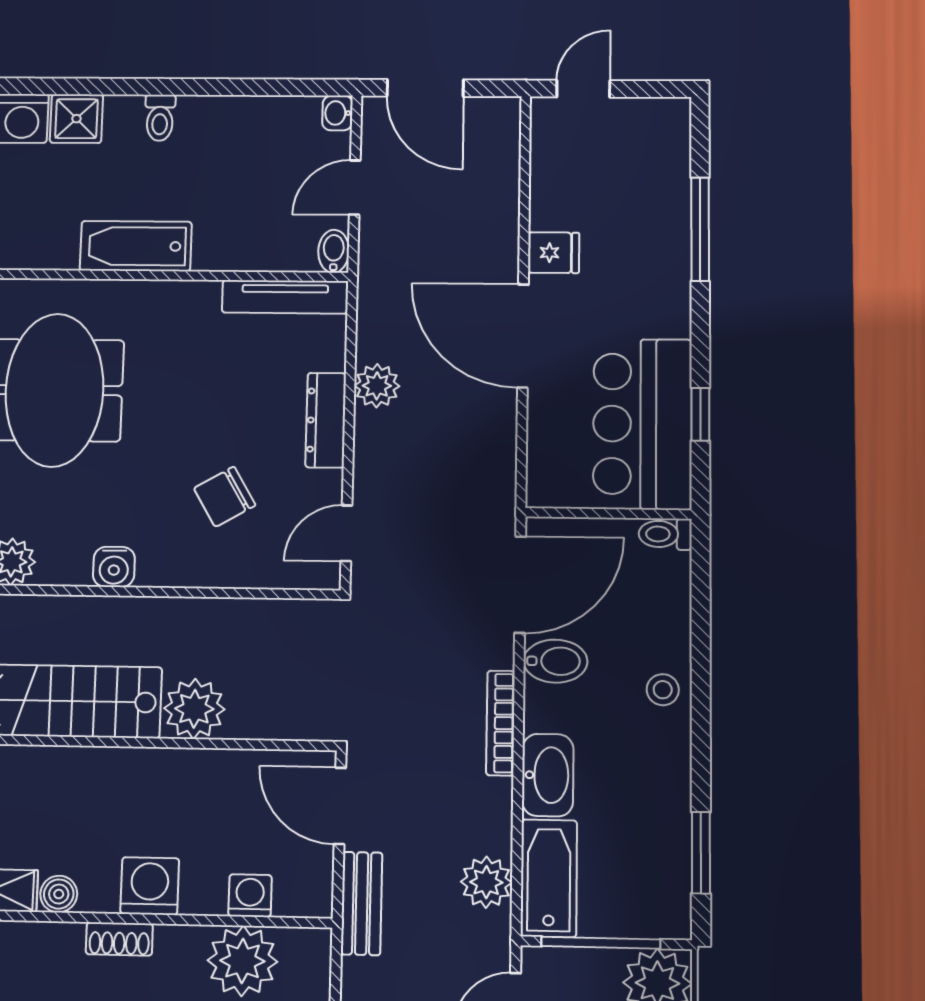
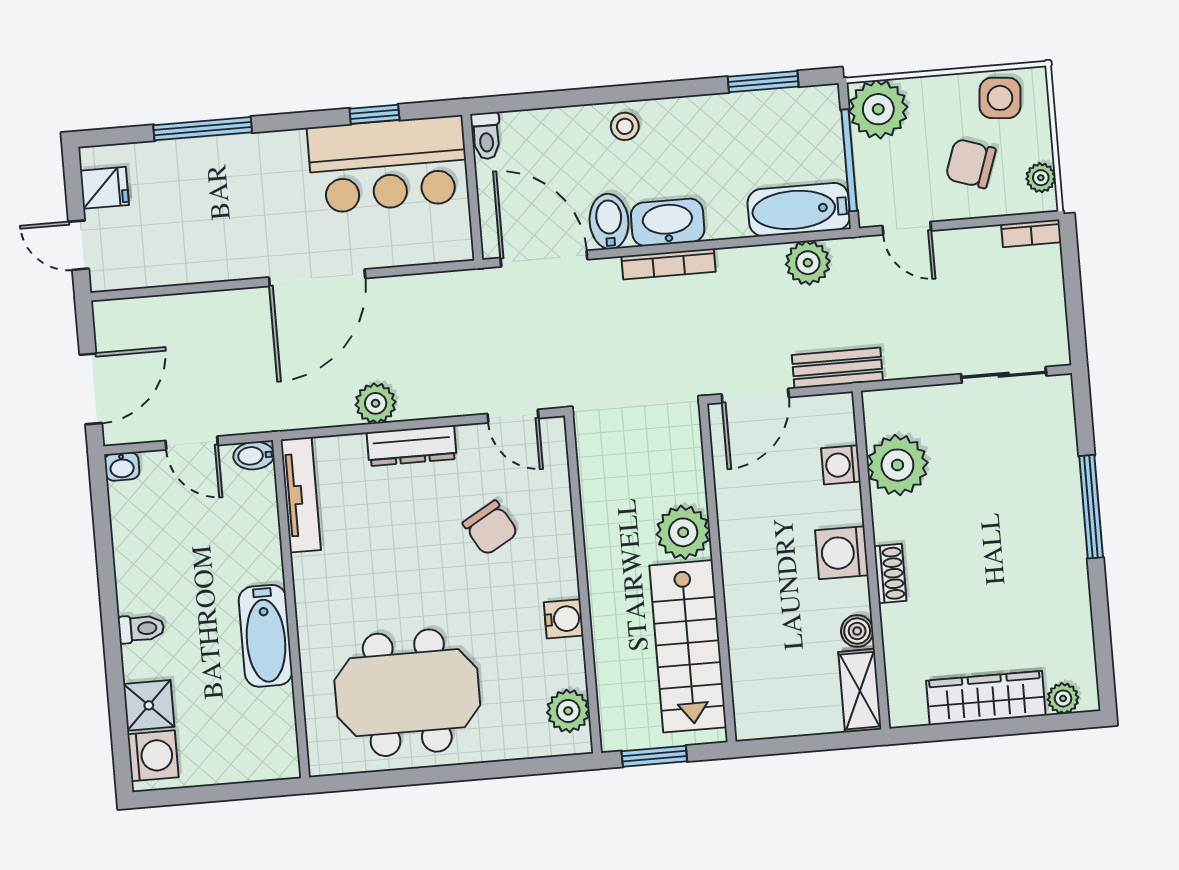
fridge: (554, 253) -> (105, 188), moved, turned 90
washbasin: (548, 775) -> (668, 222), moved

